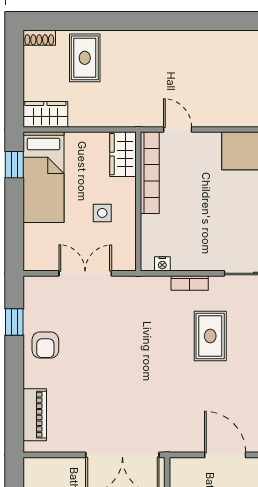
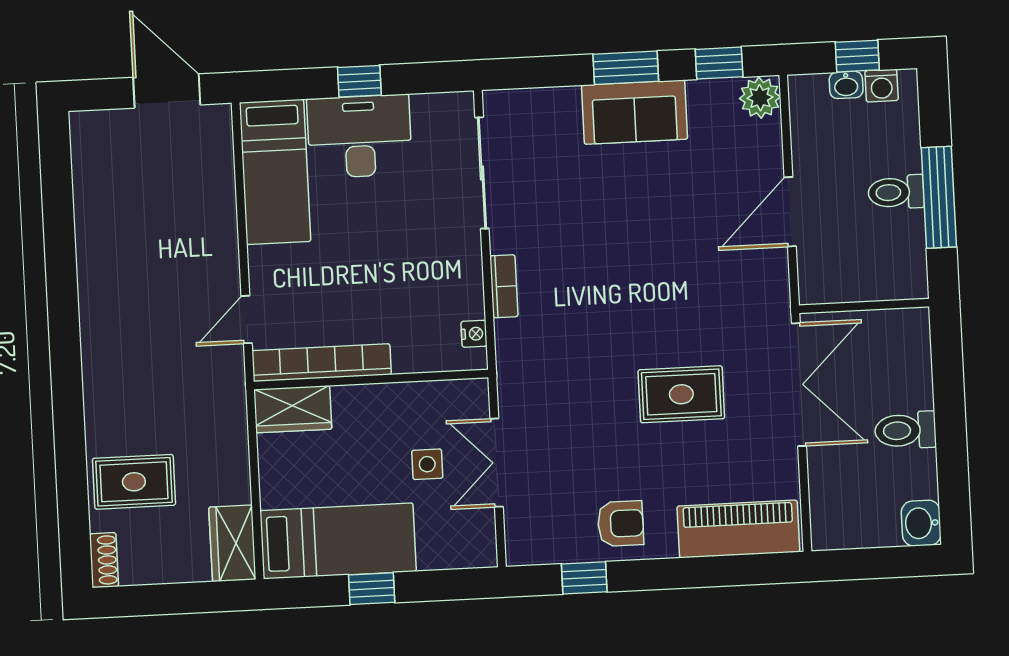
window: (14, 165) -> (372, 589), moved
side table: (102, 213) -> (427, 464), moved
rug: (210, 336) -> (681, 394), moved
piano: (35, 415) -> (738, 529), width x1.37, depth x1.33

